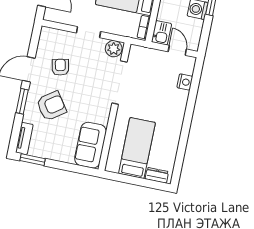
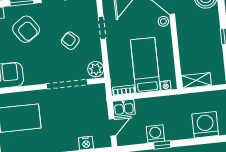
doorway: (88, 32) -> (102, 28), moved
armchair: (60, 67) -> (70, 41), moved, turned -125

